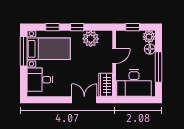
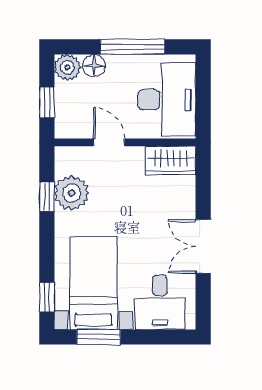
window: (53, 27) -> (47, 297), moved
window: (77, 27) -> (47, 197), moved
window: (24, 51) -> (99, 337), width x0.69
double door: (84, 100) -> (203, 246), moved

